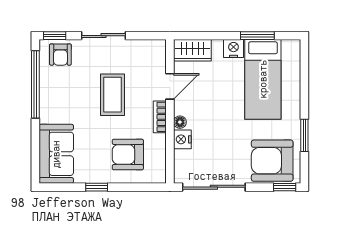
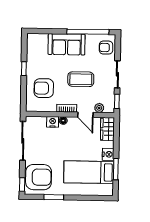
window: (55, 36) -> (117, 101), moved
plant: (158, 64) -> (99, 108), added
sofa: (56, 154) -> (67, 44), moved
armchair: (128, 154) -> (44, 88), turned -90
armchair: (272, 161) -> (39, 177), turned 90

